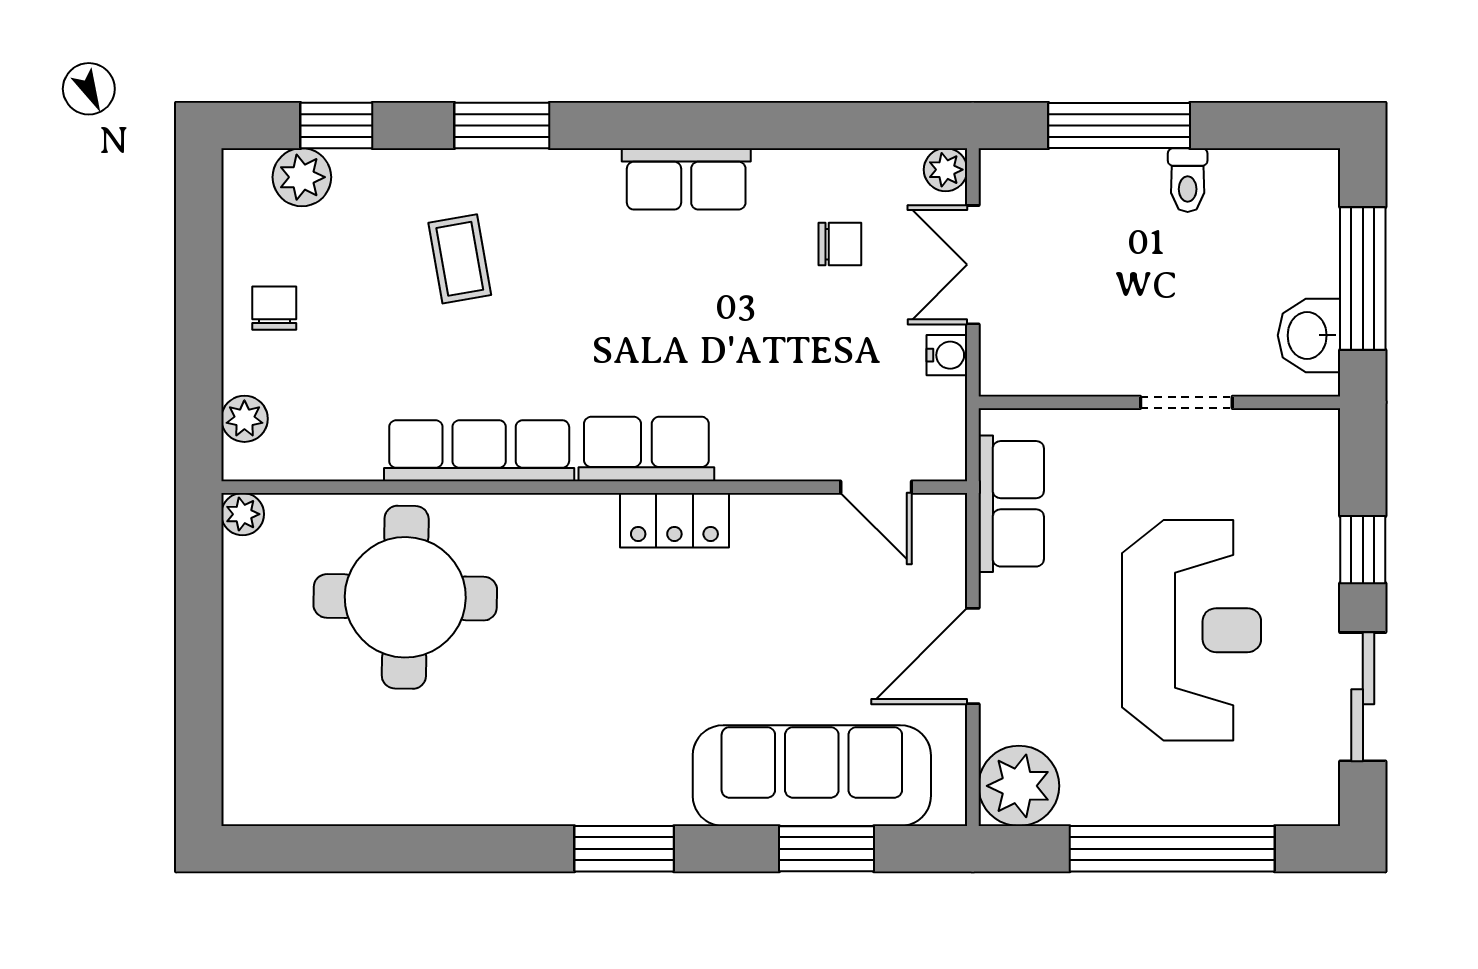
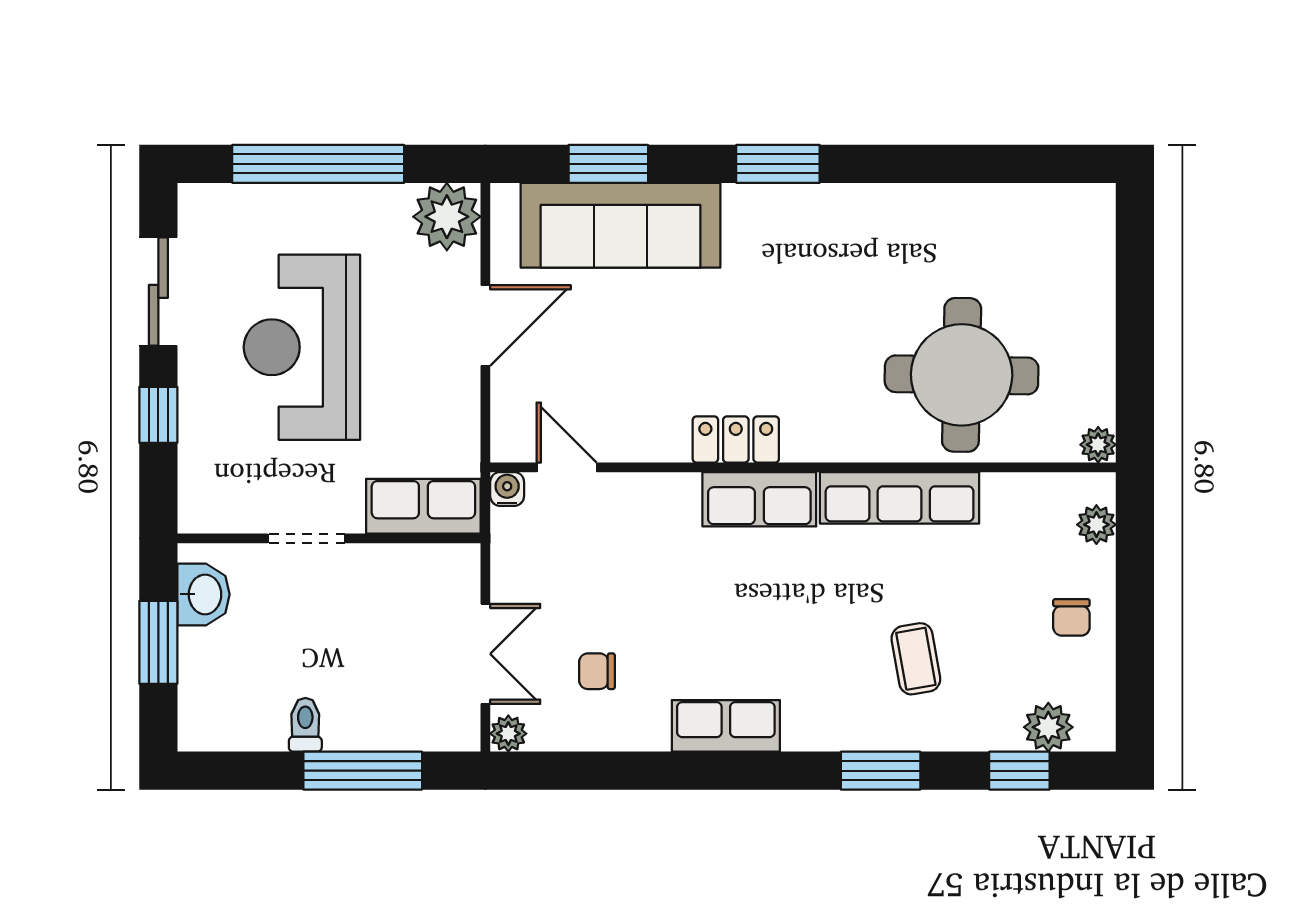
window: (1363, 278) -> (158, 642), width x0.69
water cooler: (947, 355) -> (507, 489), moved, turned 90
row of seats: (1011, 504) -> (423, 506), moved, turned 90

